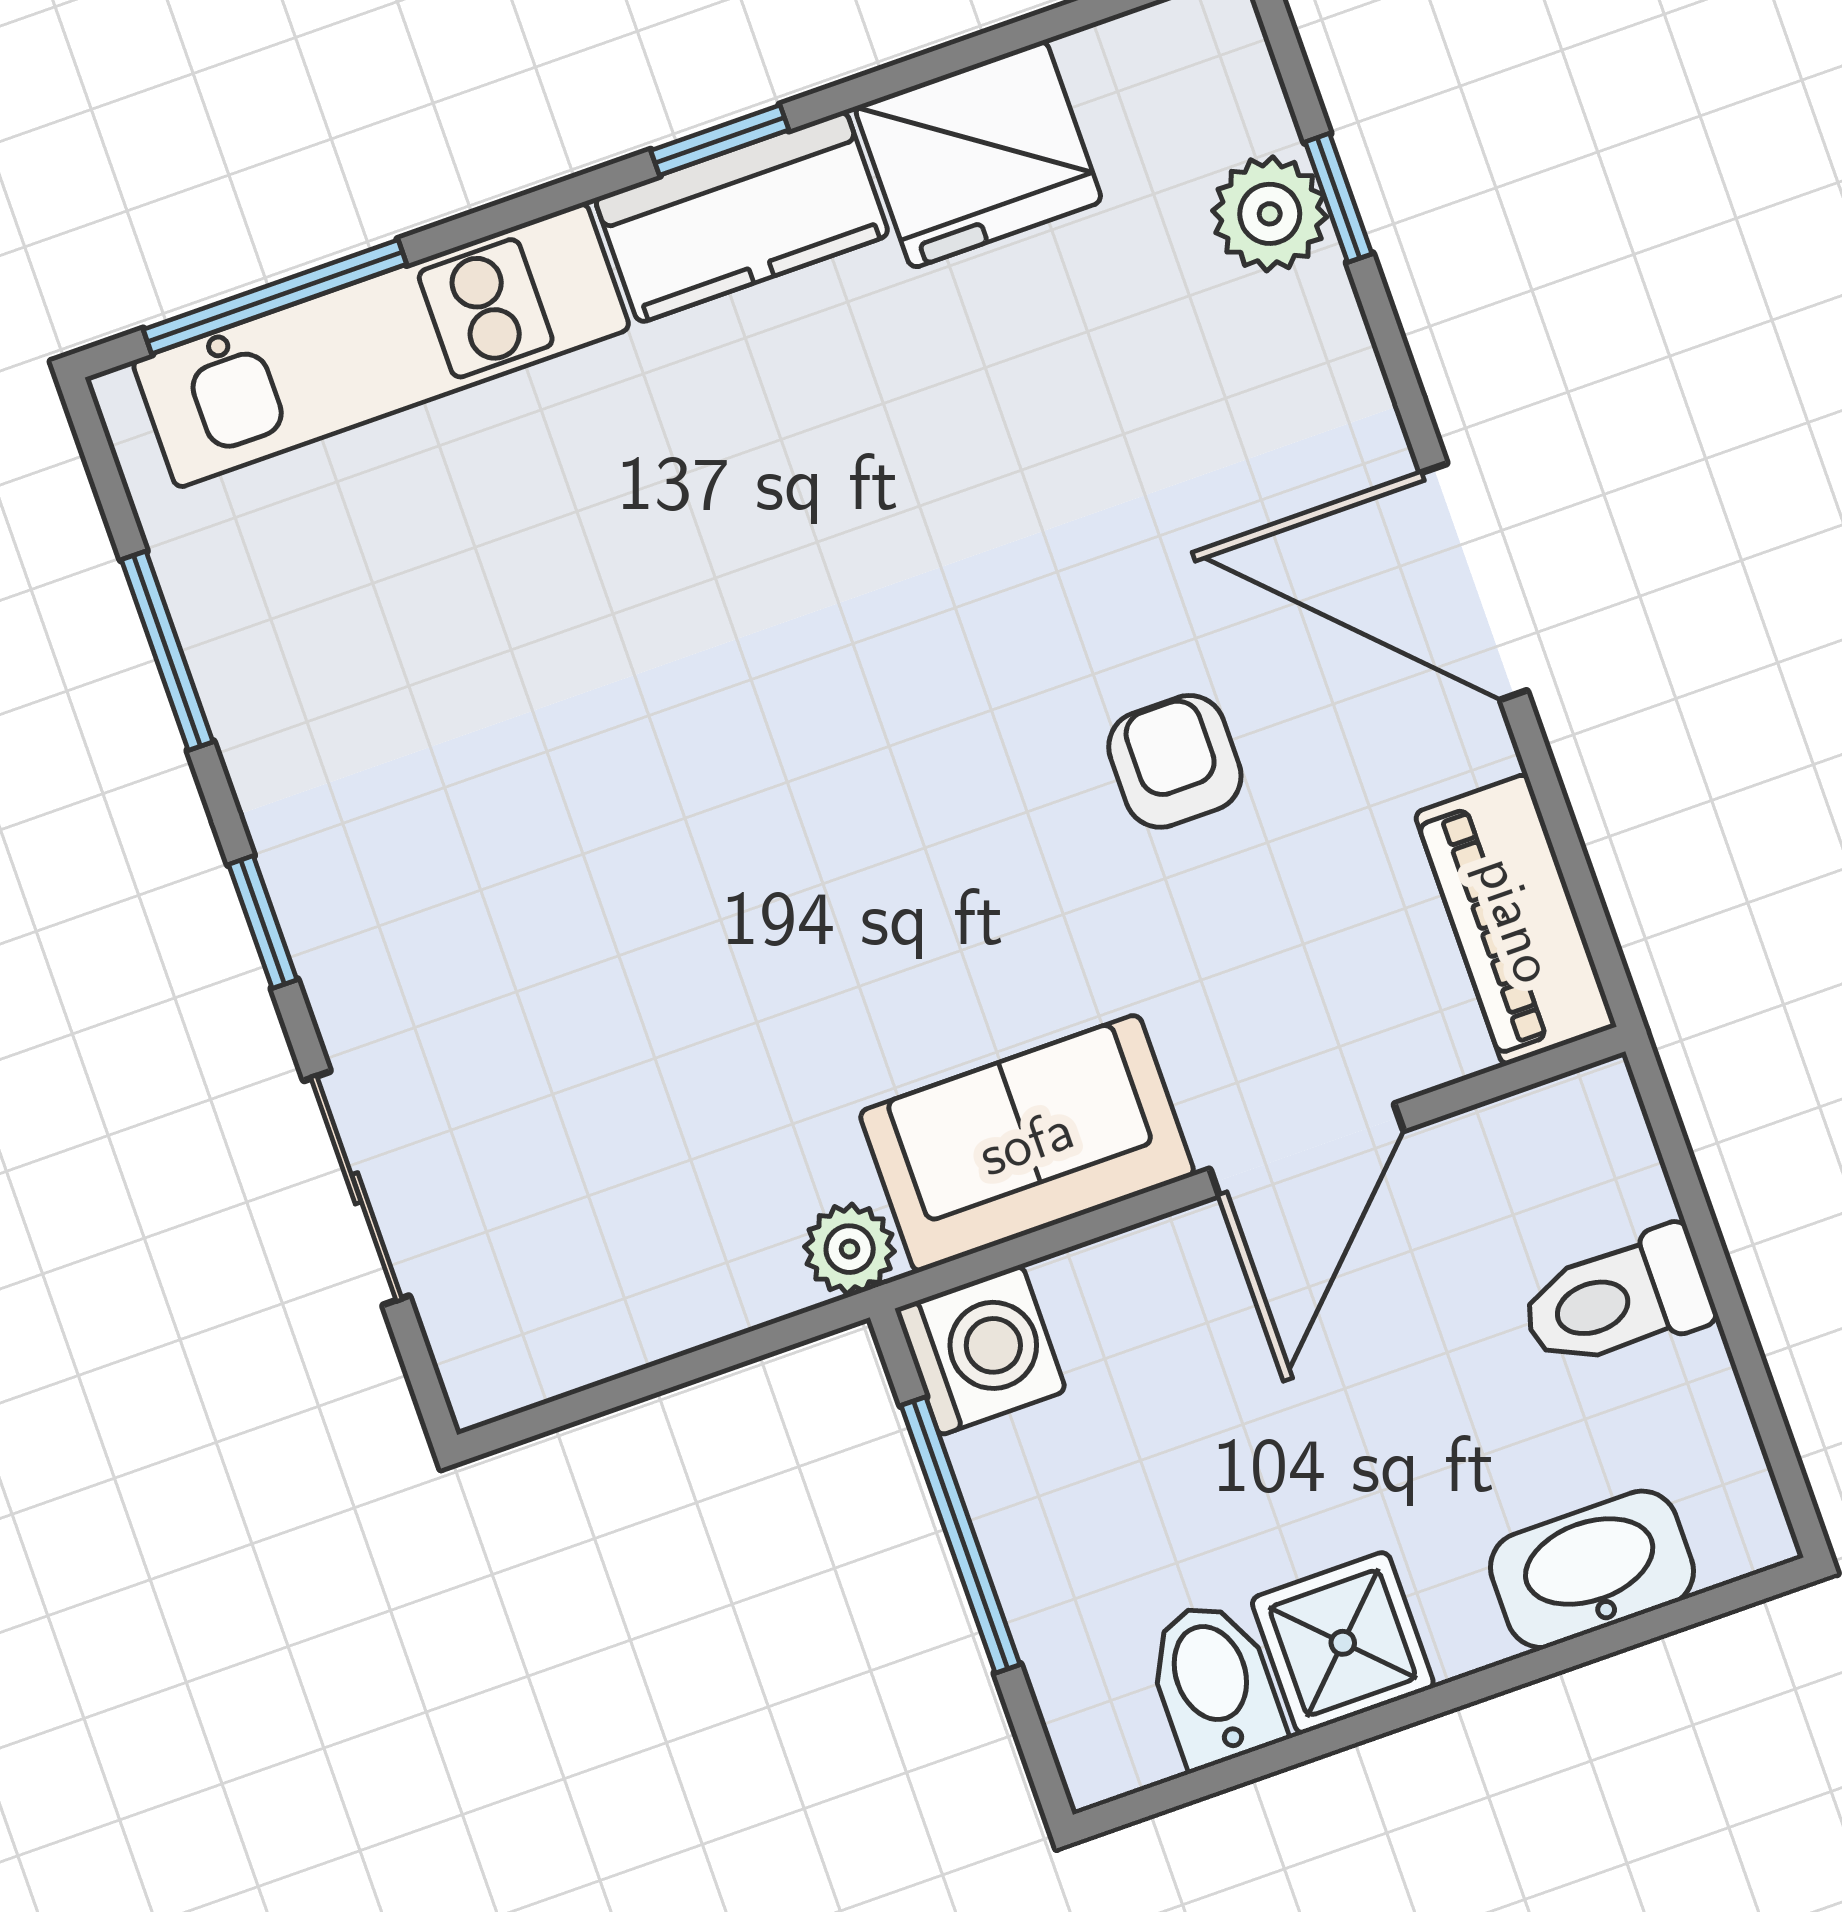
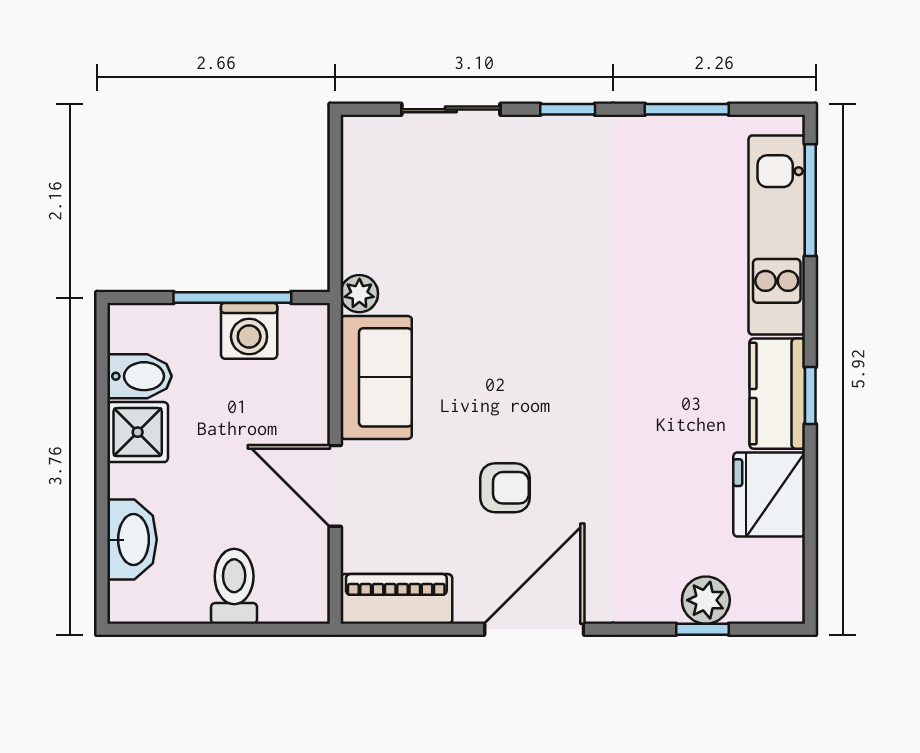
washing machine: (981, 1350) -> (249, 331), moved

